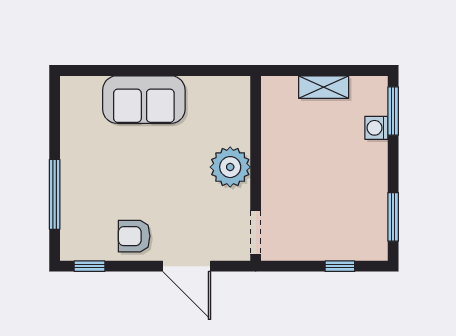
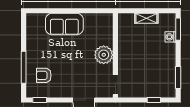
armchair: (134, 236) -> (44, 75), moved

